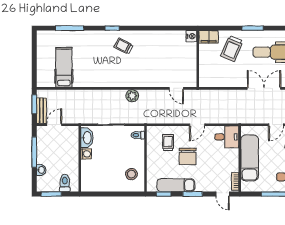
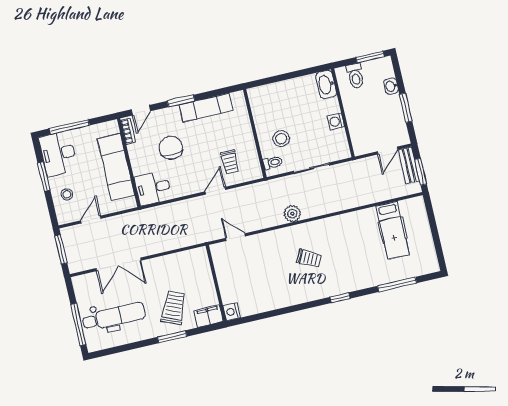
window: (253, 28) -> (172, 337), moved
trolley: (123, 46) -> (309, 258), moved
door: (197, 125) -> (215, 191), moved
washbasin: (87, 138) -> (326, 84), moved
window: (34, 152) -> (406, 108), width x0.69
chair: (188, 156) -> (171, 148), moved
stool: (131, 174) -> (281, 139), moved
window: (164, 194) -> (220, 92), removed
door: (223, 194) -> (141, 110), swing flipped

